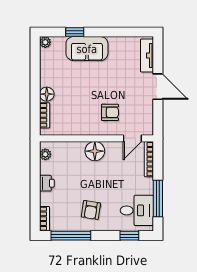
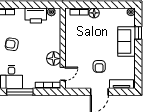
armchair: (110, 112) -> (99, 66), moved
door: (132, 138) -> (63, 74), swing flipped
floor lamp: (95, 151) -> (54, 59), moved
printer: (47, 183) -> (36, 15), width x1.87, depth x1.48

